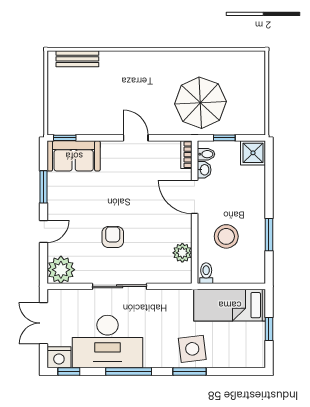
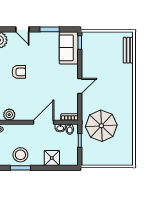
shower: (253, 153) -> (52, 158), moved
stool: (226, 236) -> (20, 155), moved

